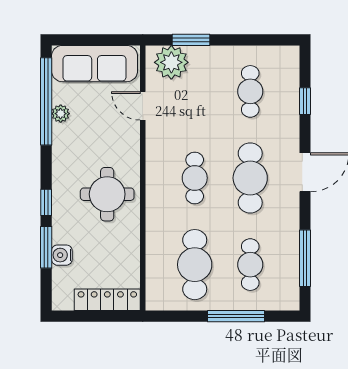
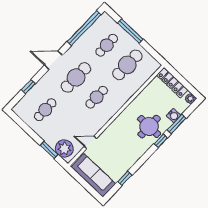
window: (46, 101) -> (125, 178), width x0.32
door: (143, 106) -> (90, 142), swing flipped
plant: (61, 114) -> (190, 99), moved
round table: (107, 194) -> (149, 126), moved
window: (305, 258) -> (84, 28), width x1.46

